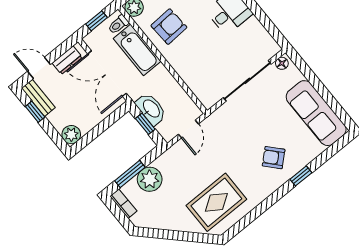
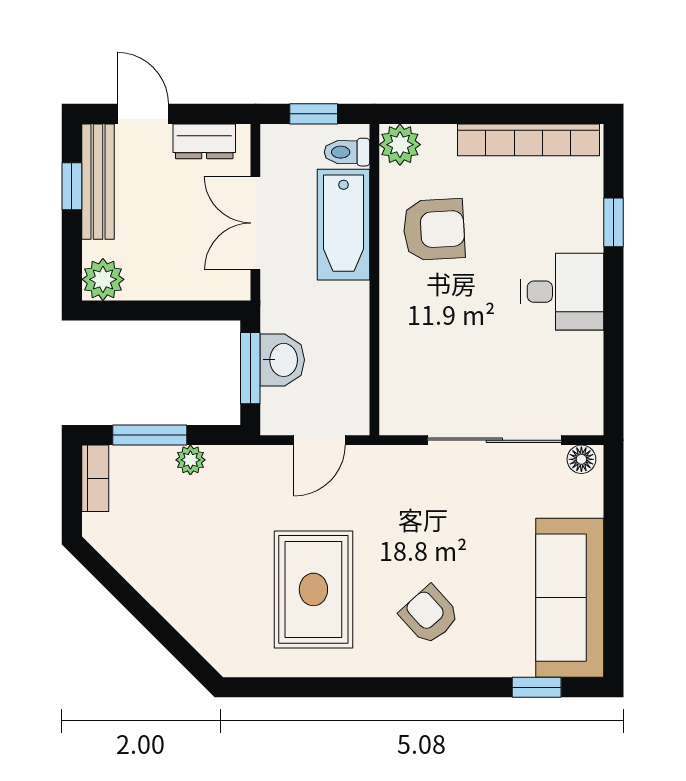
double door: (107, 74) -> (255, 223), width x0.73
bench: (38, 98) -> (98, 182), width x1.36
washbasin: (151, 109) -> (282, 360), width x0.72
window: (145, 124) -> (250, 368), width x1.50
window: (301, 176) -> (537, 687), moved
plant: (150, 179) -> (190, 460), width x0.53, depth x0.53
rug: (216, 202) -> (313, 589), moved, turned 90

